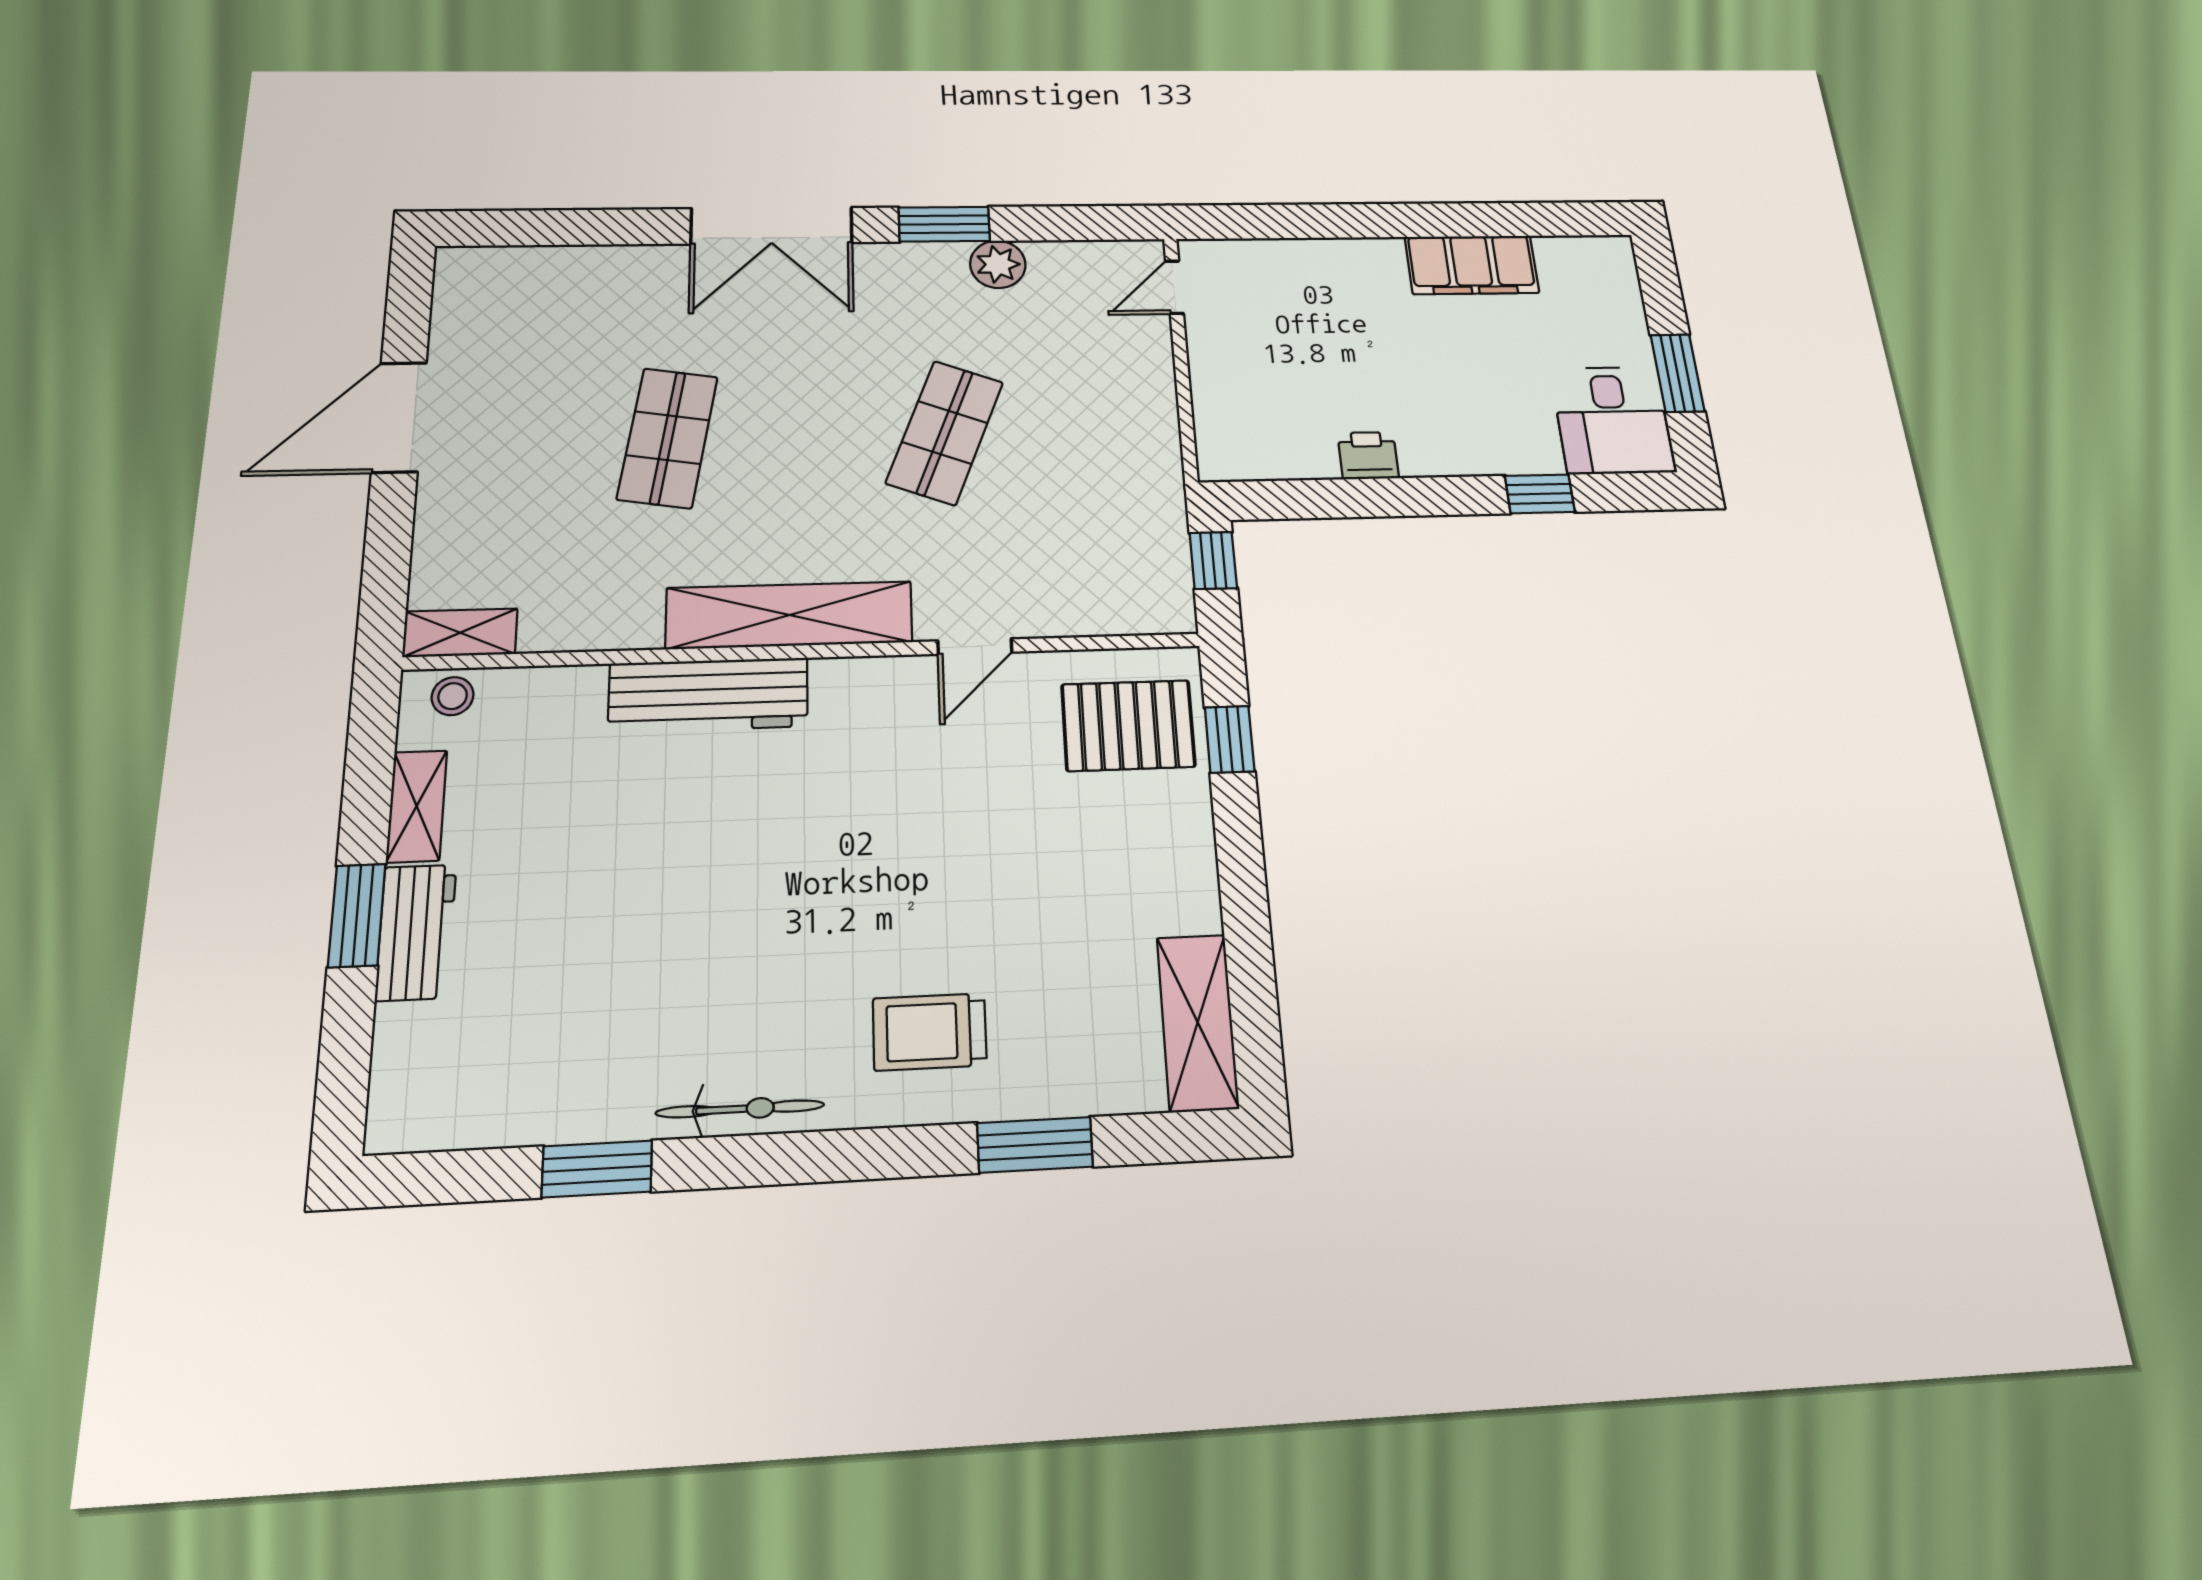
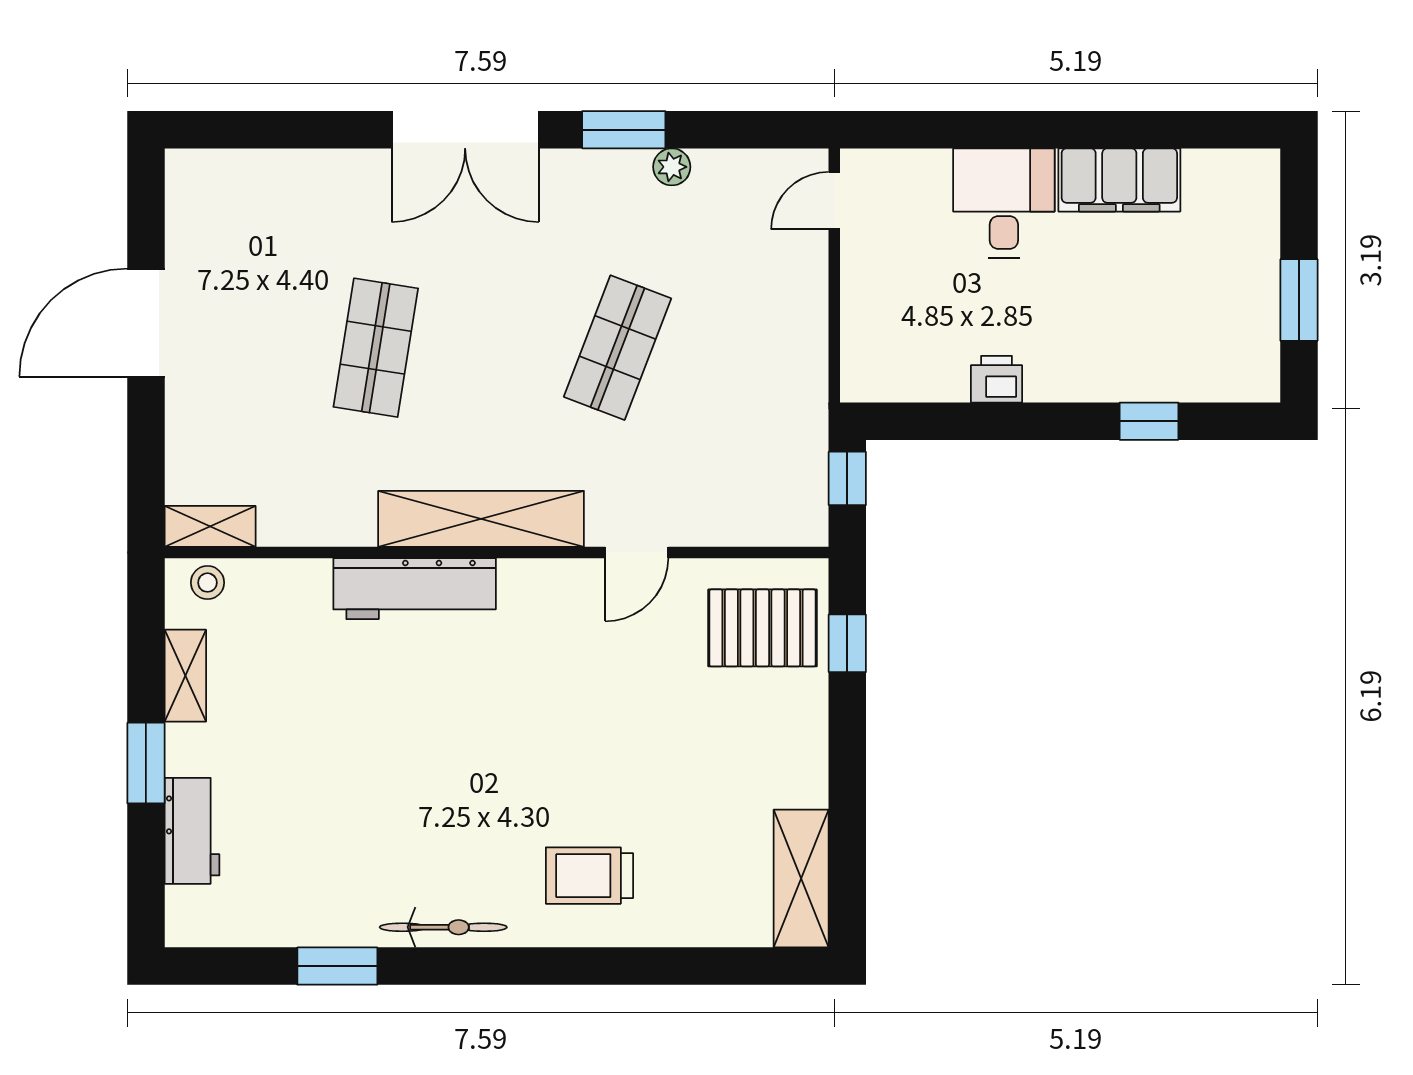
plant: (998, 264) -> (672, 167), width x0.73, depth x0.73
desk: (1612, 420) -> (1004, 203), moved, turned 180
workbench: (416, 932) -> (192, 831), moved
window: (1035, 1145) -> (668, 966), removed

